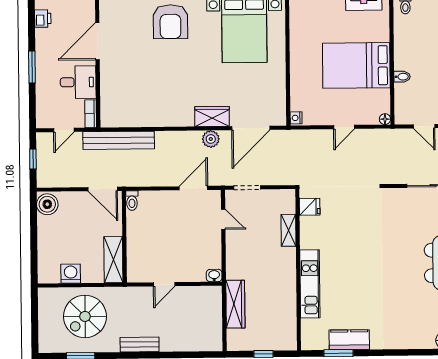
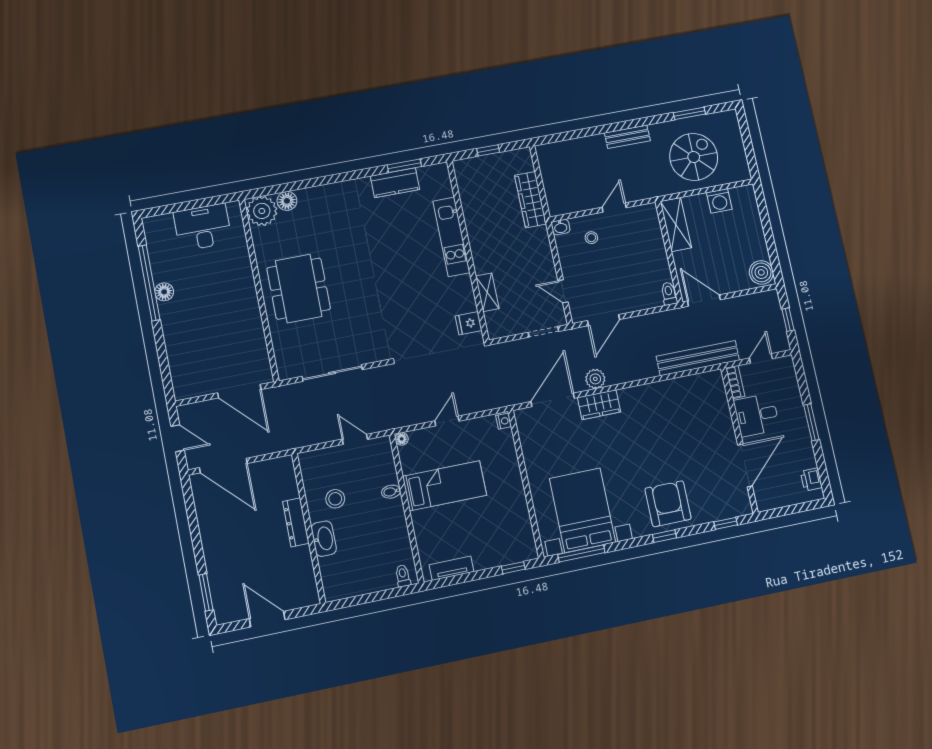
bed: (356, 65) -> (445, 486), width x0.67
stool: (189, 261) -> (591, 238), added

